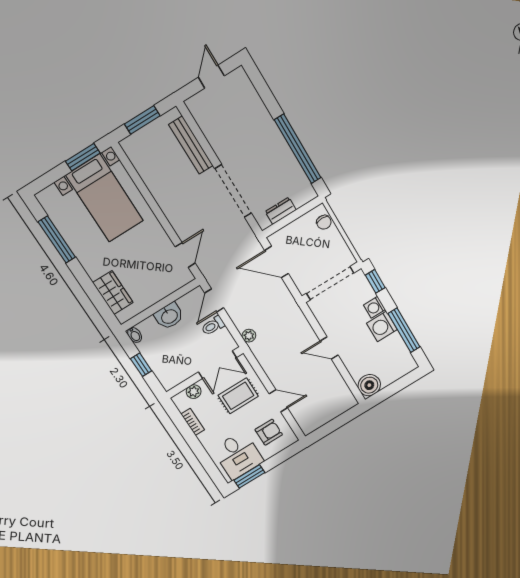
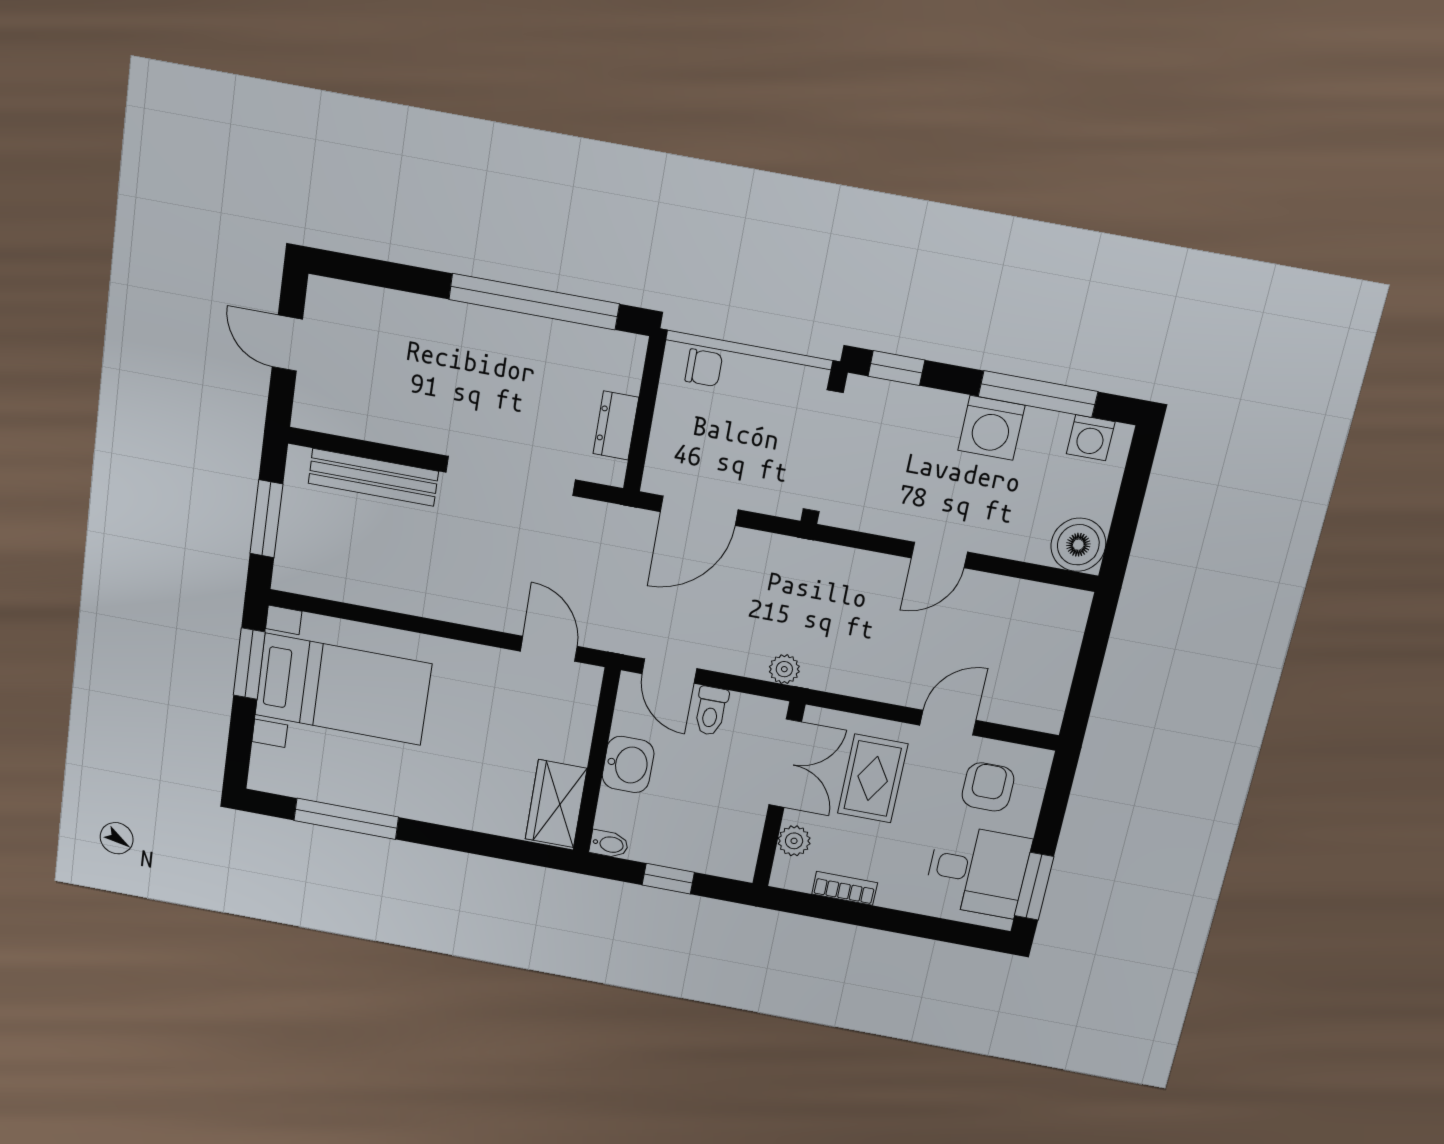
wardrobe: (113, 293) -> (556, 804), moved, turned -90
washing machine: (375, 307) -> (1091, 438), moved

